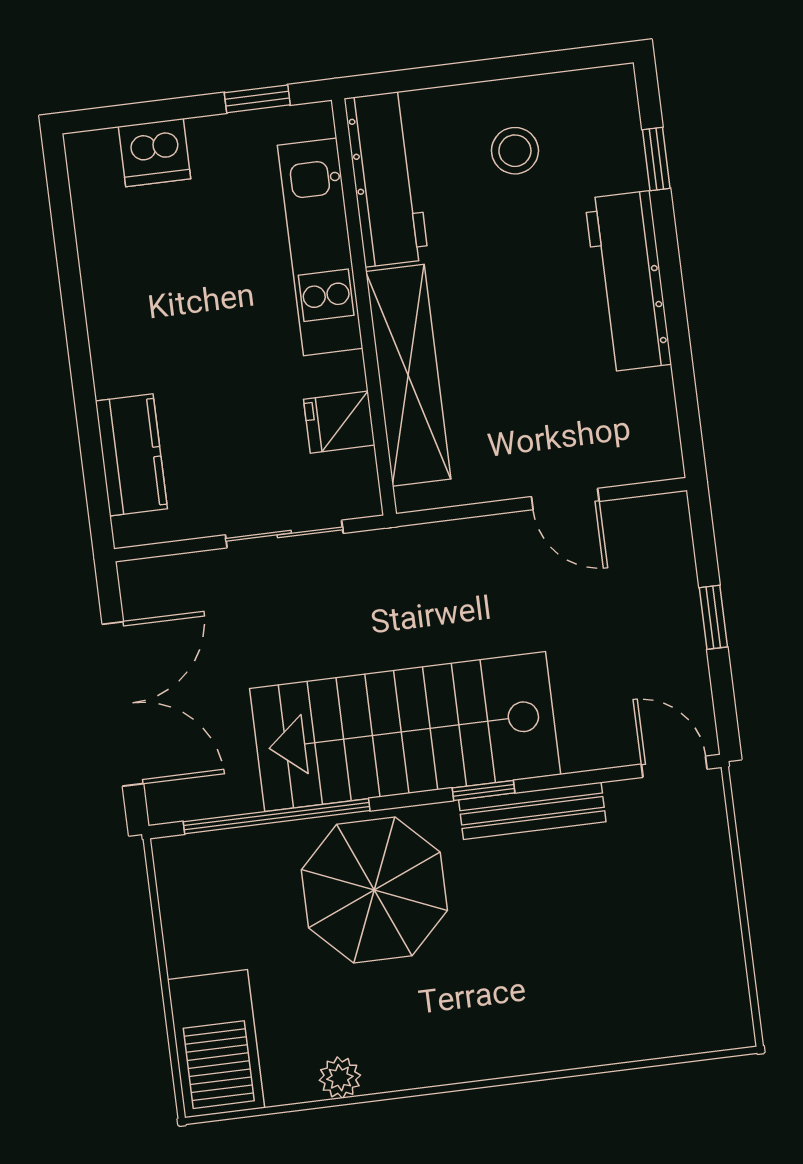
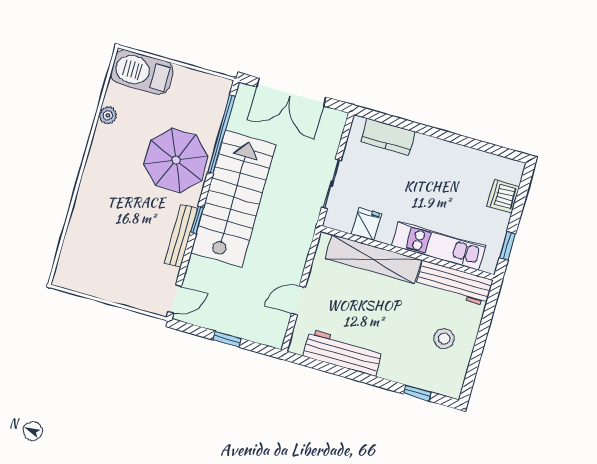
workbench: (628, 281) -> (343, 353), moved

